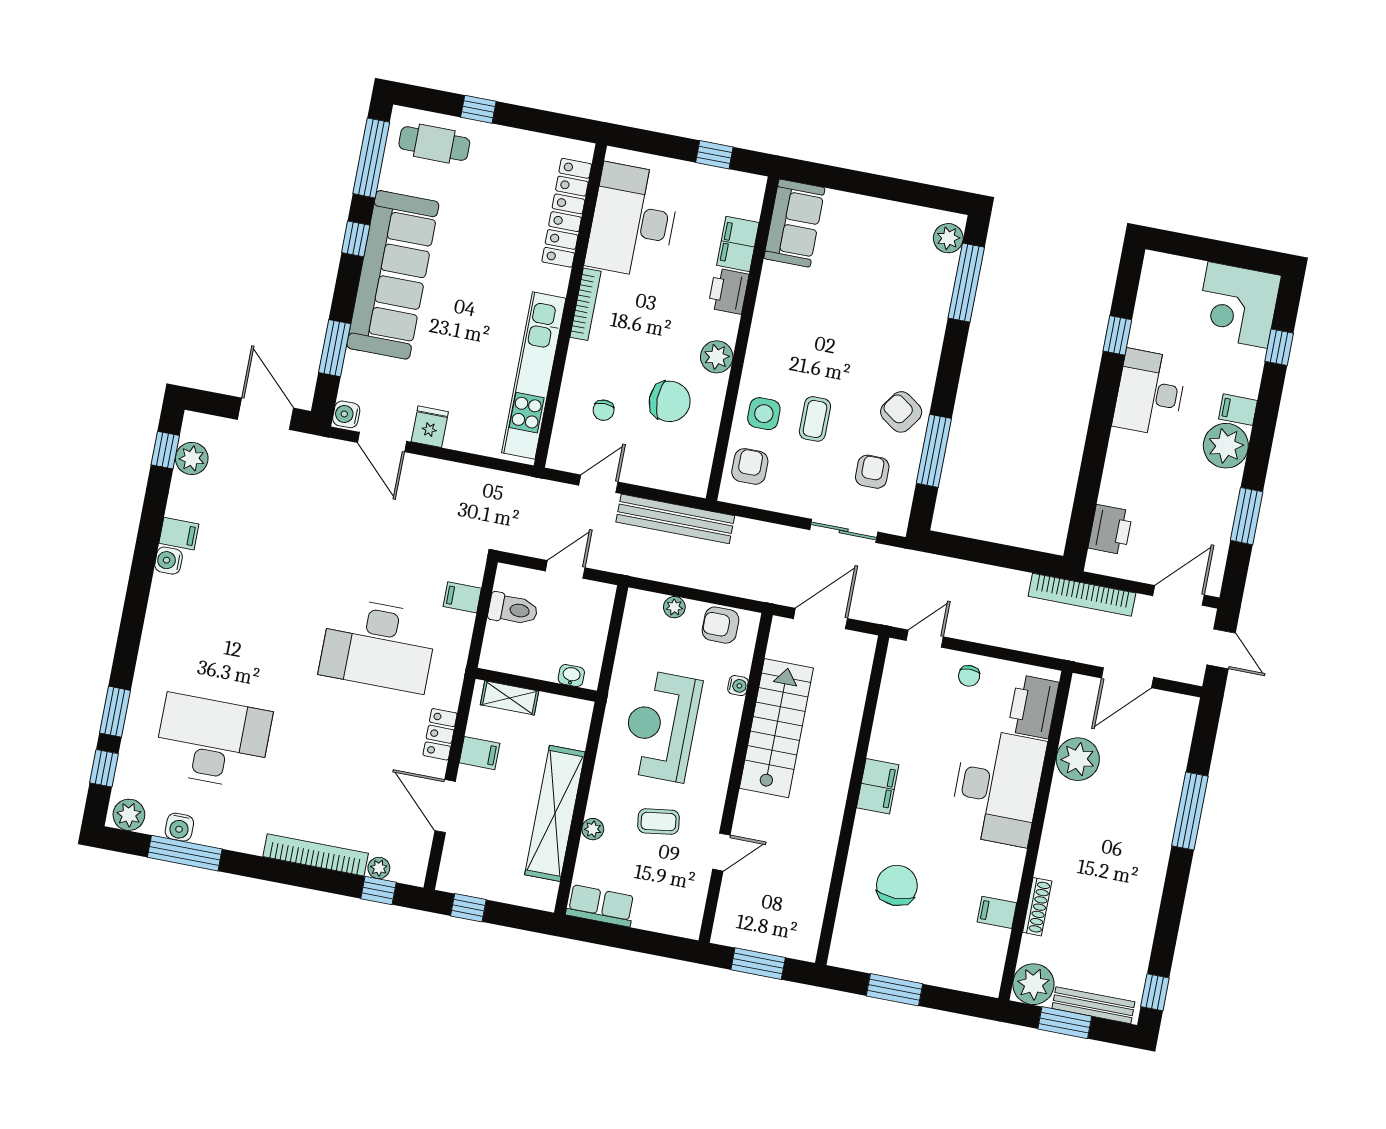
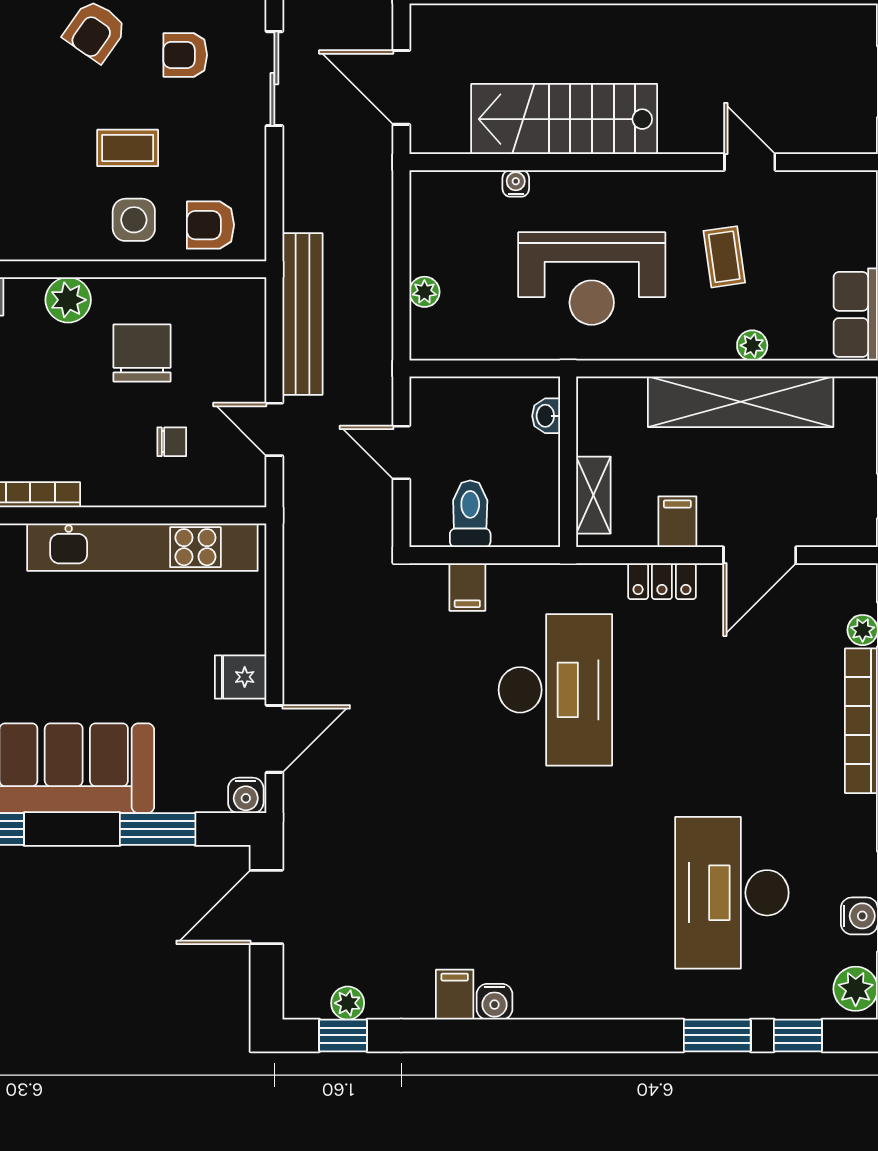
plant: (192, 458) -> (348, 1003), width x0.73, depth x0.73
armchair: (720, 625) -> (437, 223), removed

